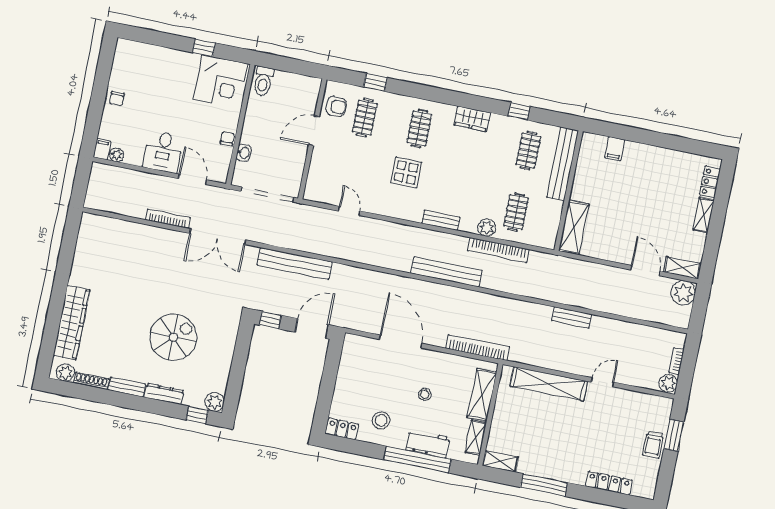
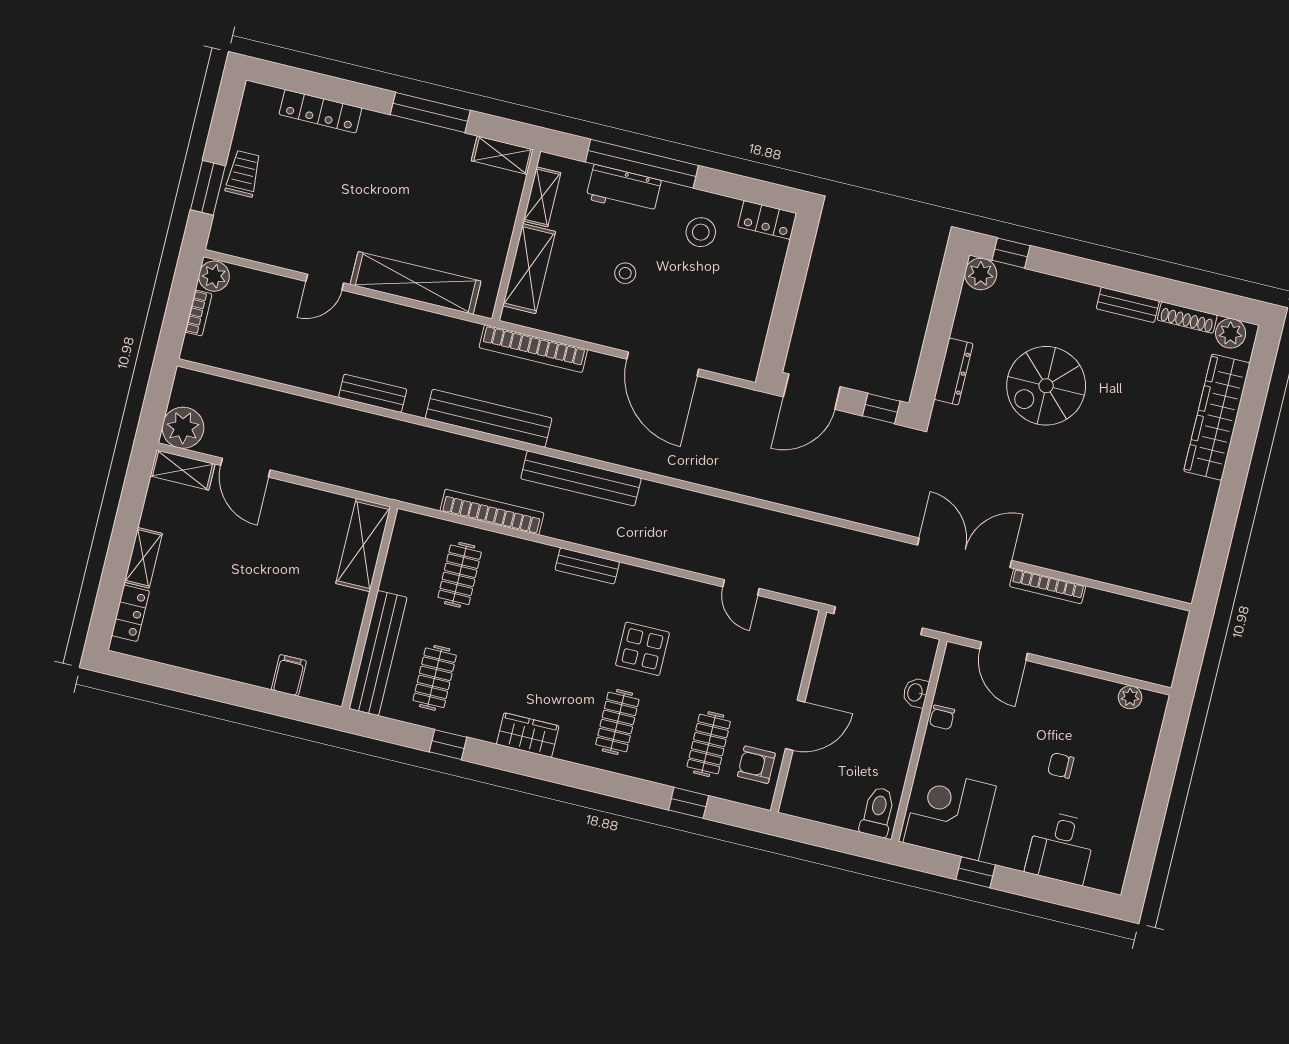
chair: (117, 99) -> (1061, 765), moved, turned -90
filing cabinet: (102, 149) -> (1154, 708), removed
desk: (163, 152) -> (1061, 848), moved, turned 180
plant: (487, 228) -> (510, 551), removed
bench: (294, 263) -> (489, 418), moved
dresser: (164, 394) -> (954, 371), moved, turned -90

